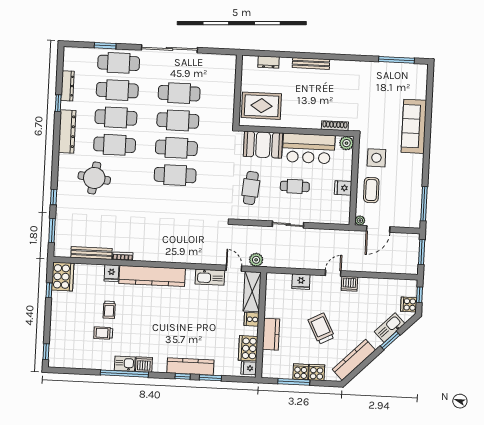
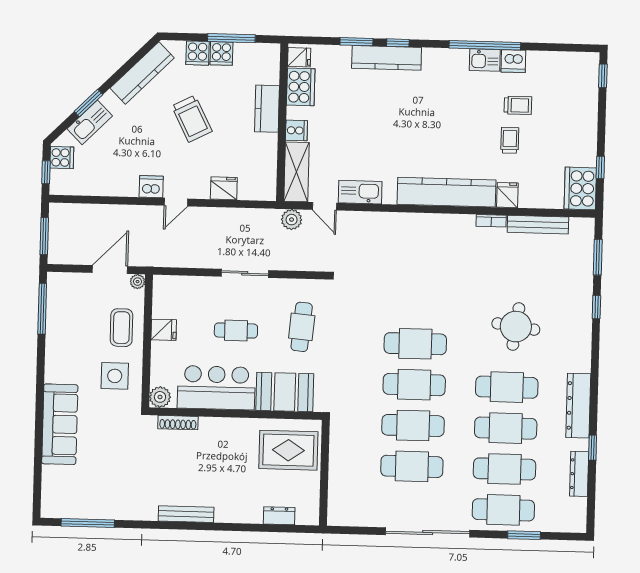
bench: (311, 63) -> (186, 514), moved
round table: (94, 178) -> (516, 327), moved
dishwasher: (144, 364) -> (513, 61), moved

